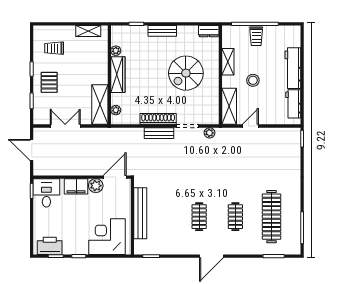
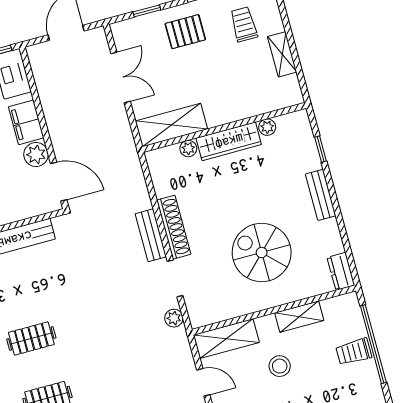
shelving: (88, 31) -> (282, 54), moved
plant: (116, 110) -> (188, 149), moved

